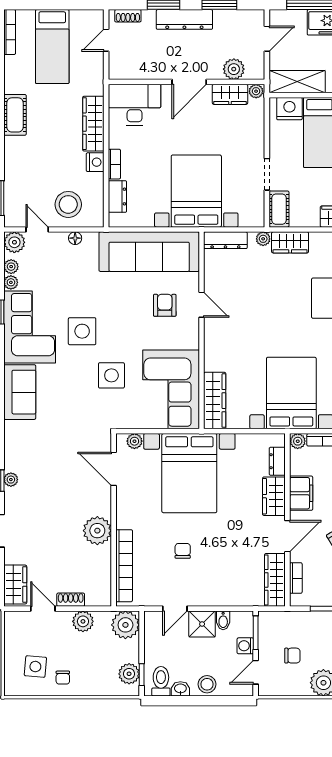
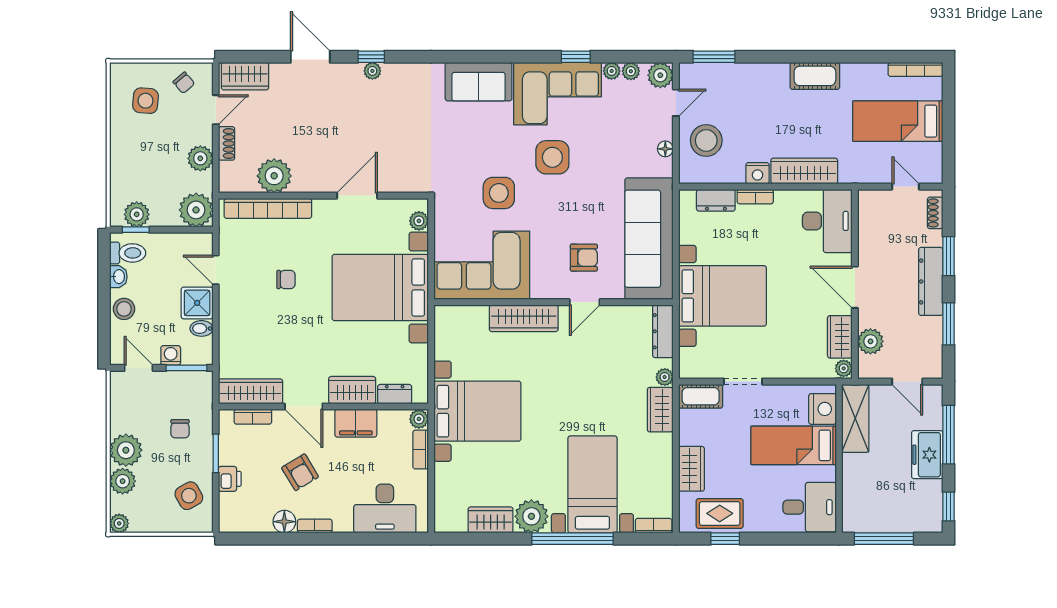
wardrobe: (215, 401) -> (524, 318), moved
door: (114, 469) -> (357, 196), moved
plant: (97, 531) -> (274, 176), moved
chair: (292, 656) -> (180, 429), moved
chair: (63, 678) -> (184, 83), moved, turned -131

